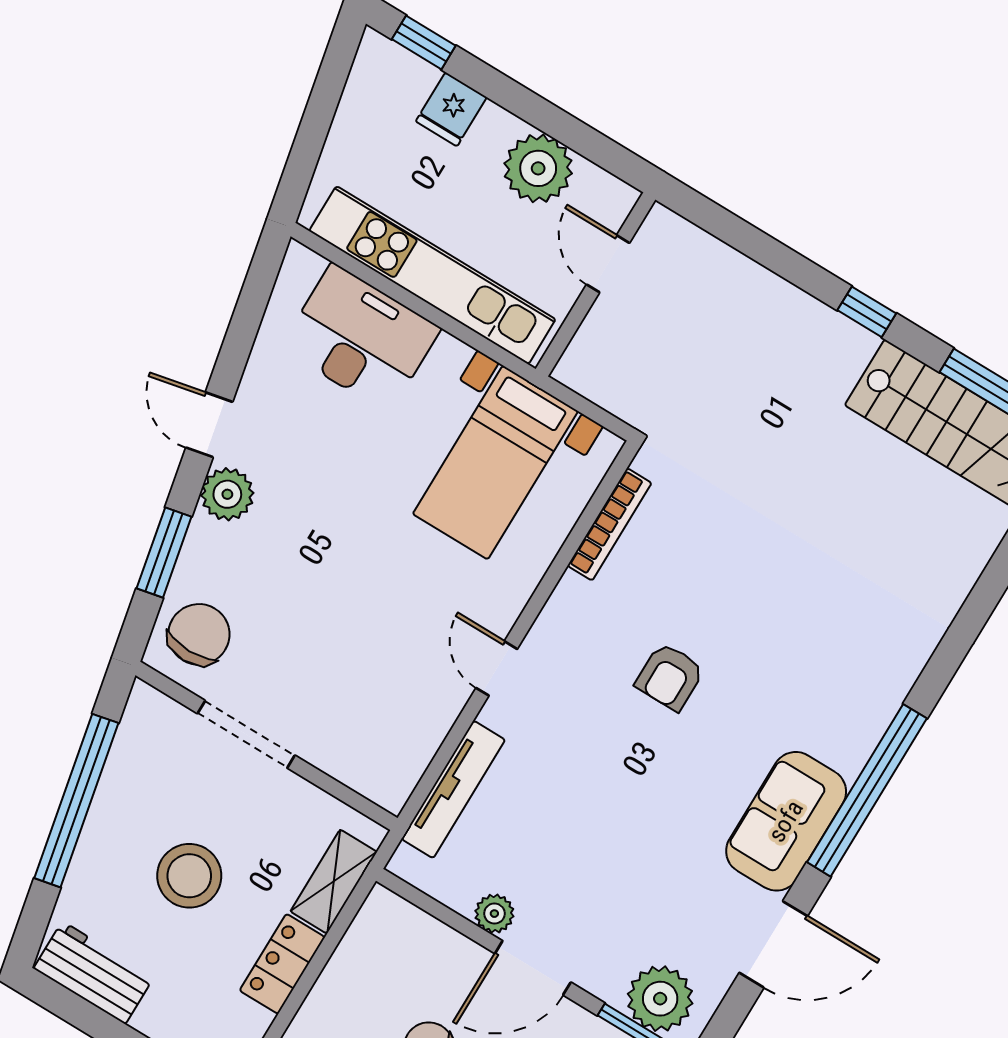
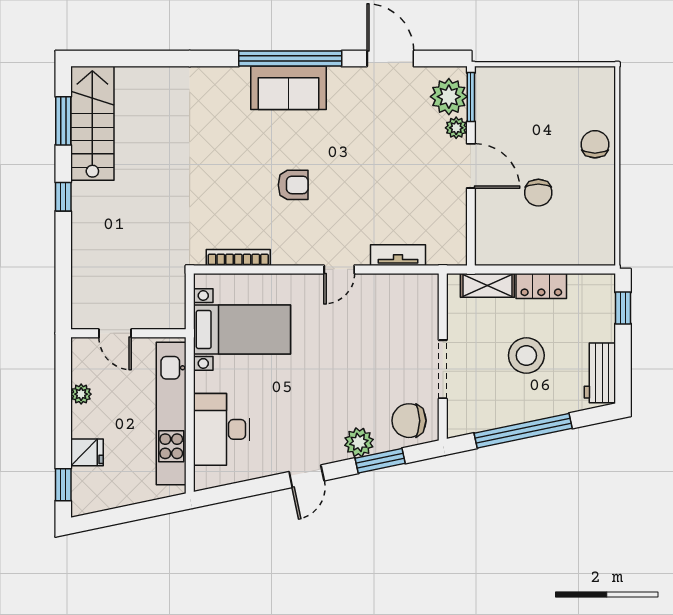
plant: (538, 168) -> (81, 394), width x0.53, depth x0.53
door: (608, 264) -> (115, 333), hinge flipped
plant: (227, 494) -> (359, 442), moved
tv unit: (453, 789) -> (398, 255), width x0.71
sofa: (786, 821) -> (289, 88), moved
plant: (494, 914) -> (456, 128), moved

